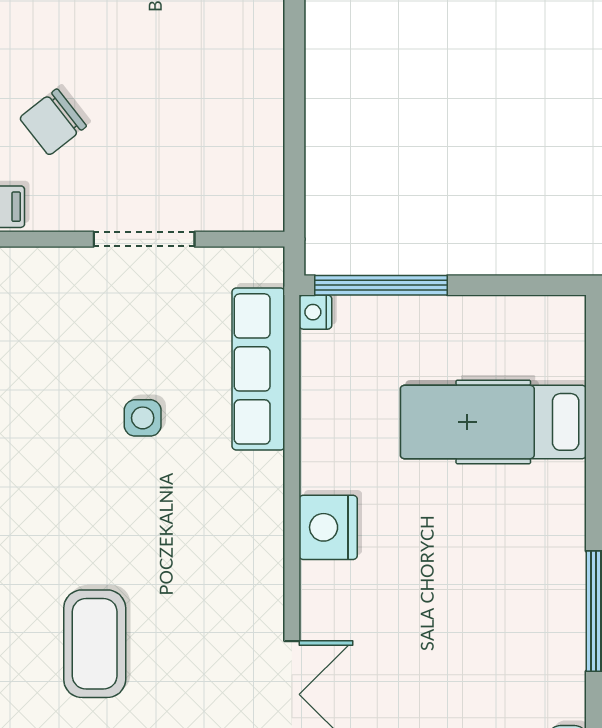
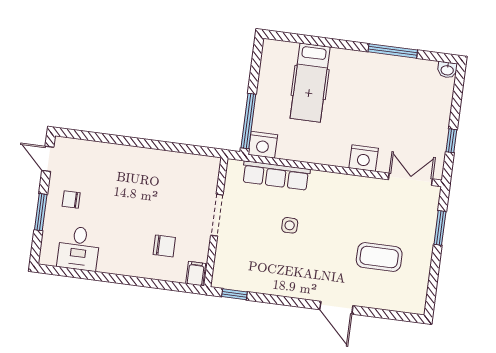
chair: (53, 122) -> (164, 246), turned -52
nightstand: (315, 312) -> (263, 145), width x1.89, depth x1.79
nightstand: (328, 527) -> (364, 158), moved

